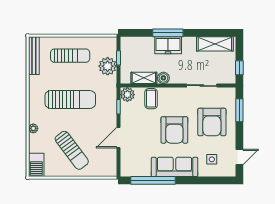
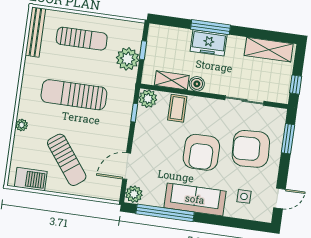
sun lounger: (70, 100) -> (74, 95), turned 180
armchair: (212, 122) -> (251, 149), turned 87
door: (118, 138) -> (127, 166), moved
barbecue: (36, 165) -> (31, 179), moved, turned -90
plant: (127, 169) -> (134, 194), added

